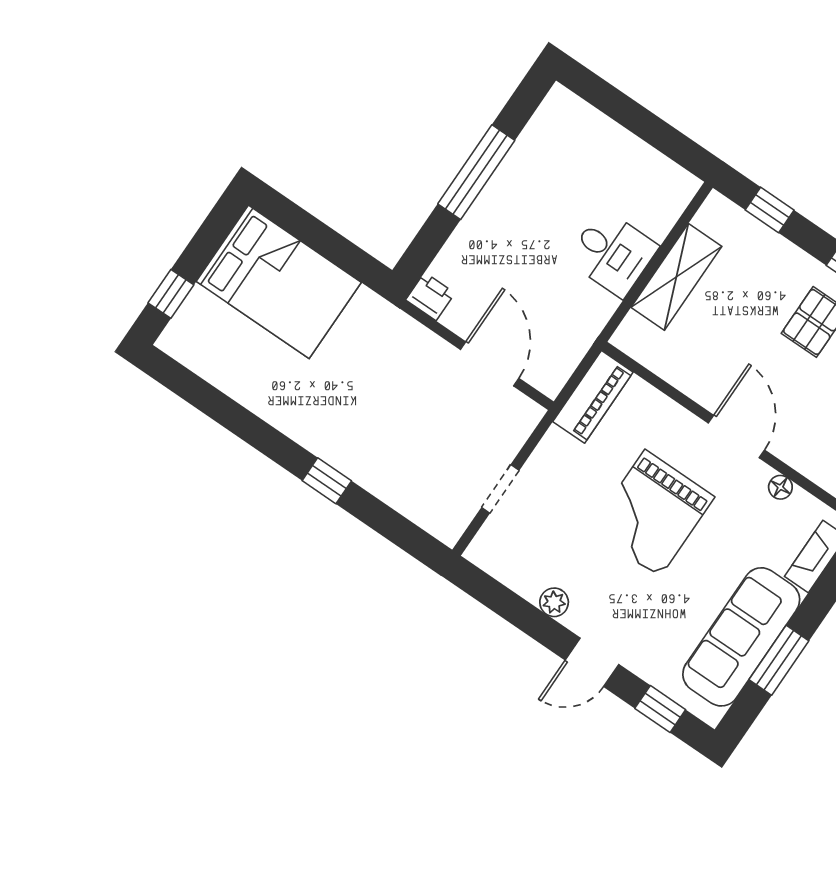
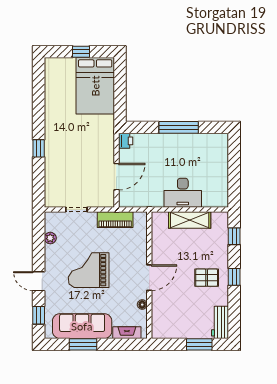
desk: (612, 253) -> (183, 193), width x1.37
window: (171, 294) -> (81, 52), moved
piano: (593, 397) -> (115, 220), moved
grand piano: (652, 513) -> (89, 270), moved
plant: (554, 602) -> (50, 238), moved

